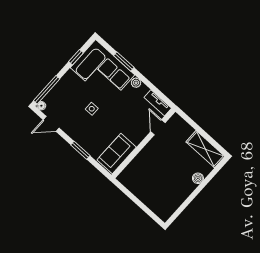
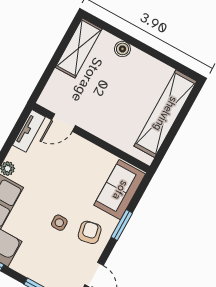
armchair: (80, 128) -> (90, 232), added
sofa: (117, 154) -> (120, 190), moved, turned 90
shelving: (148, 197) -> (165, 114), added

